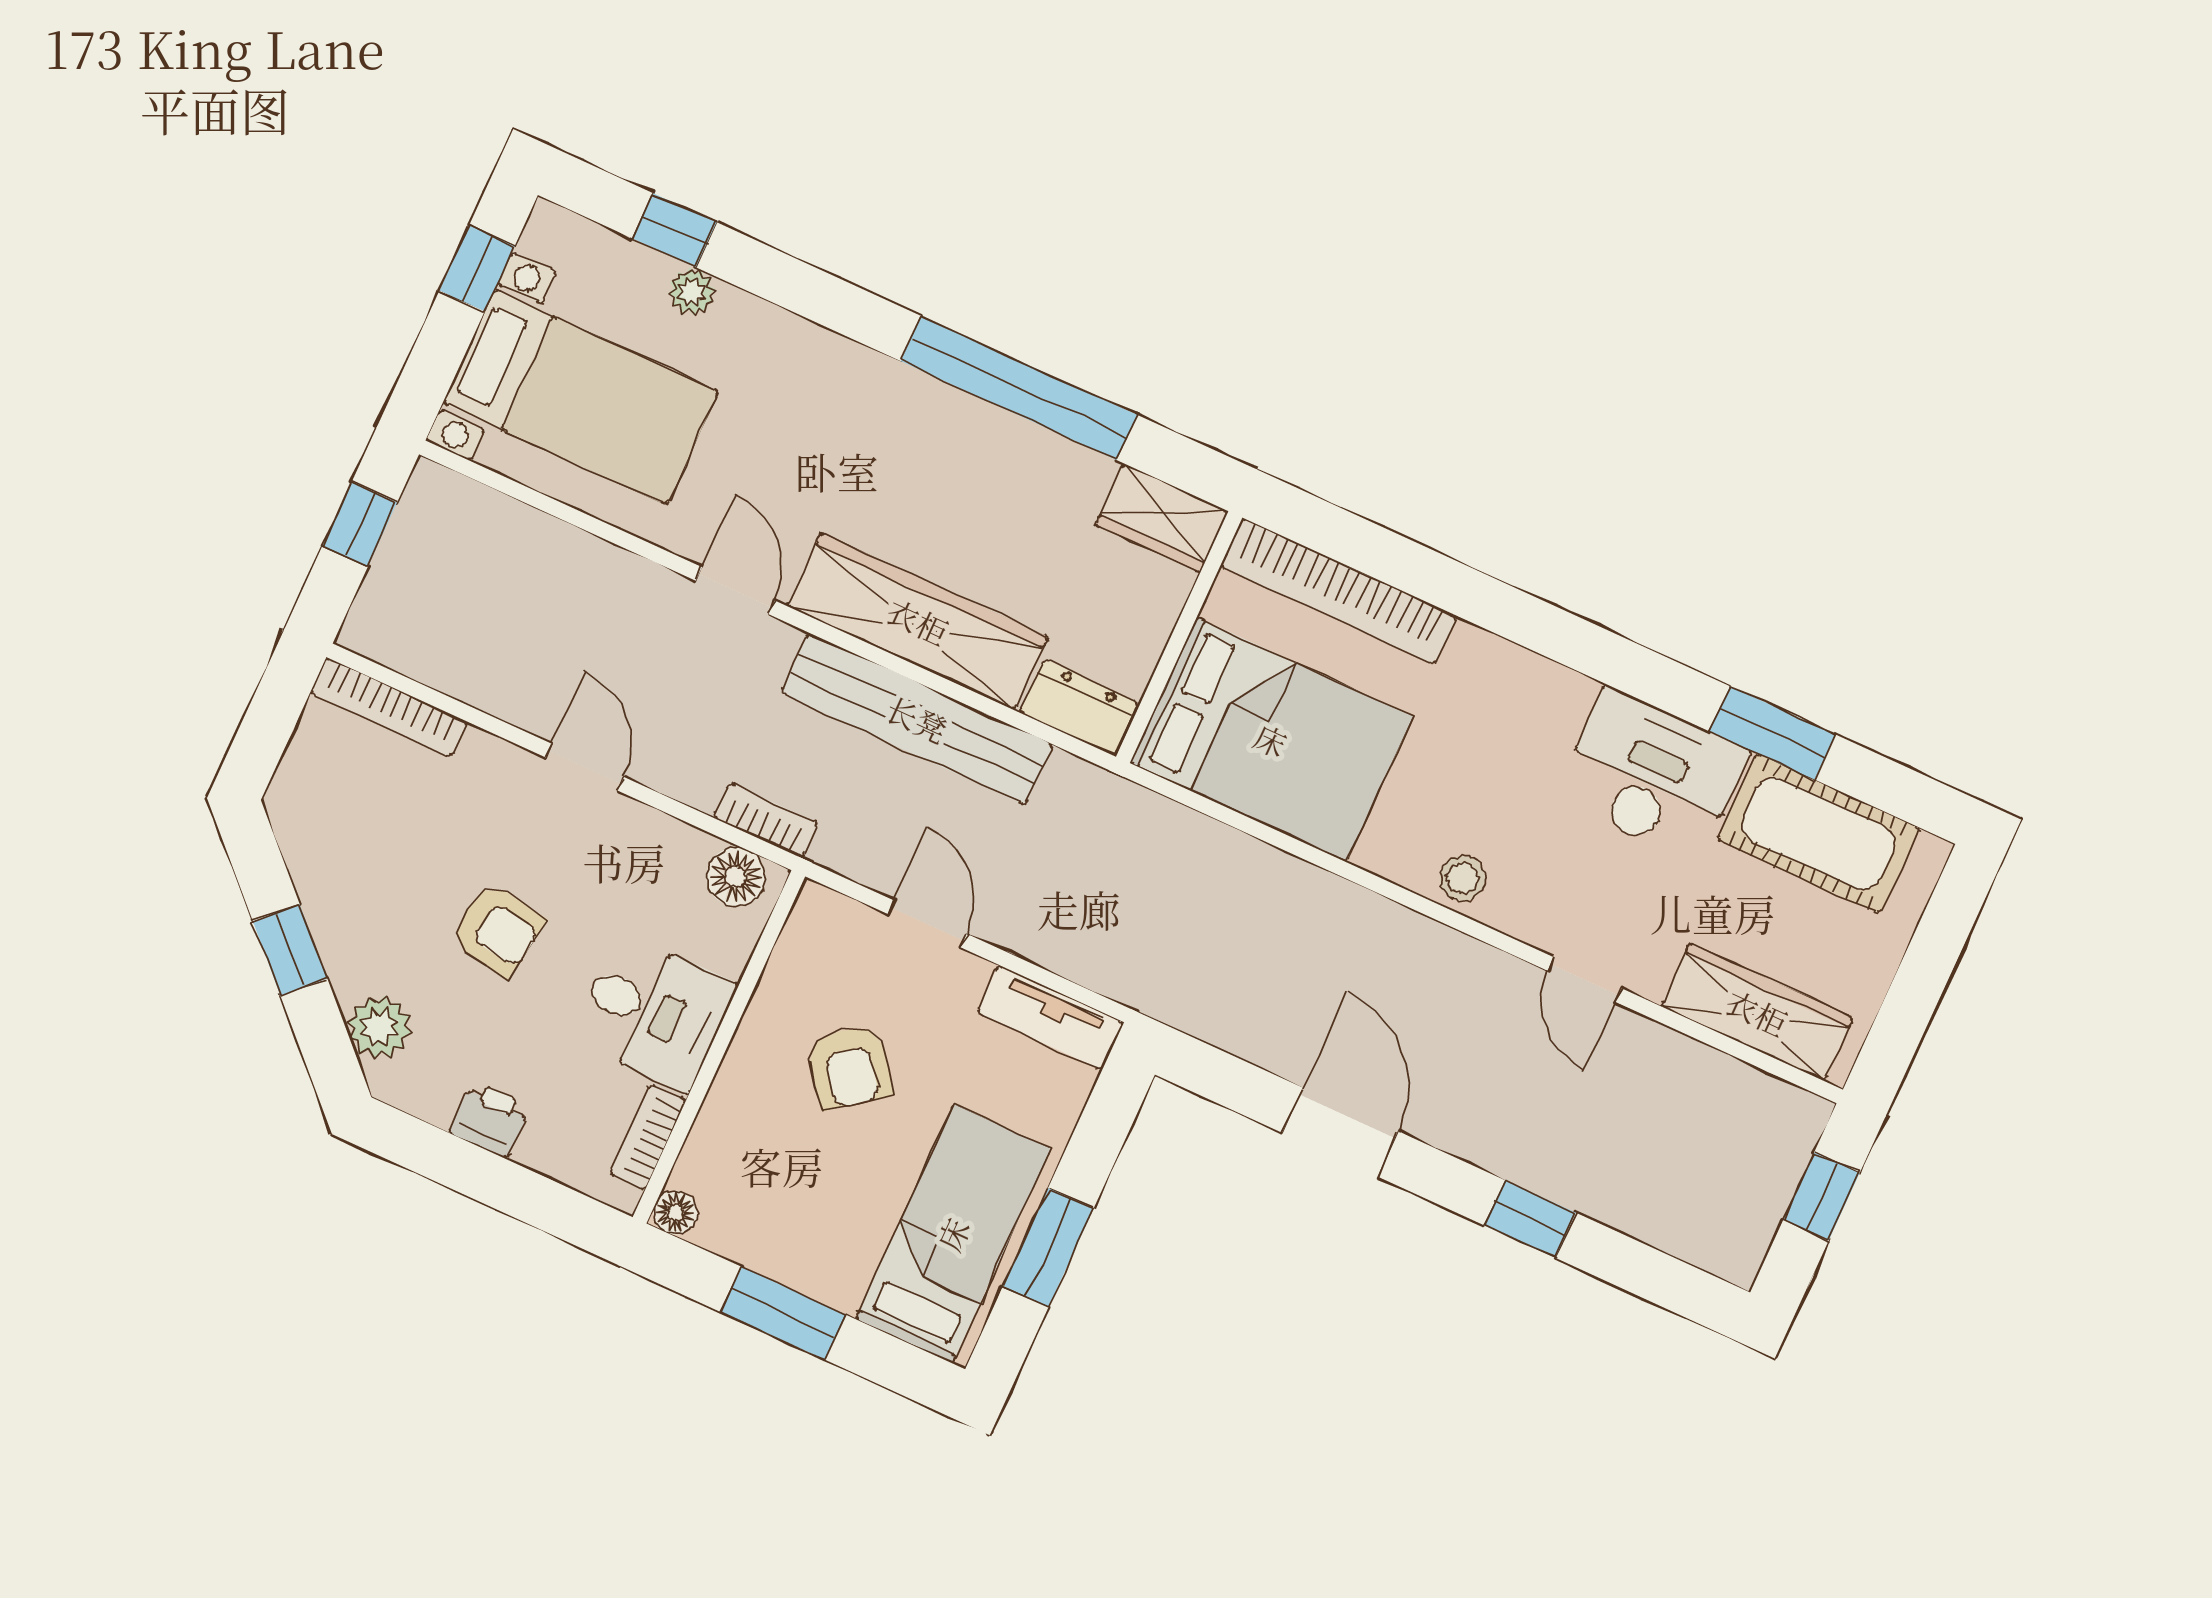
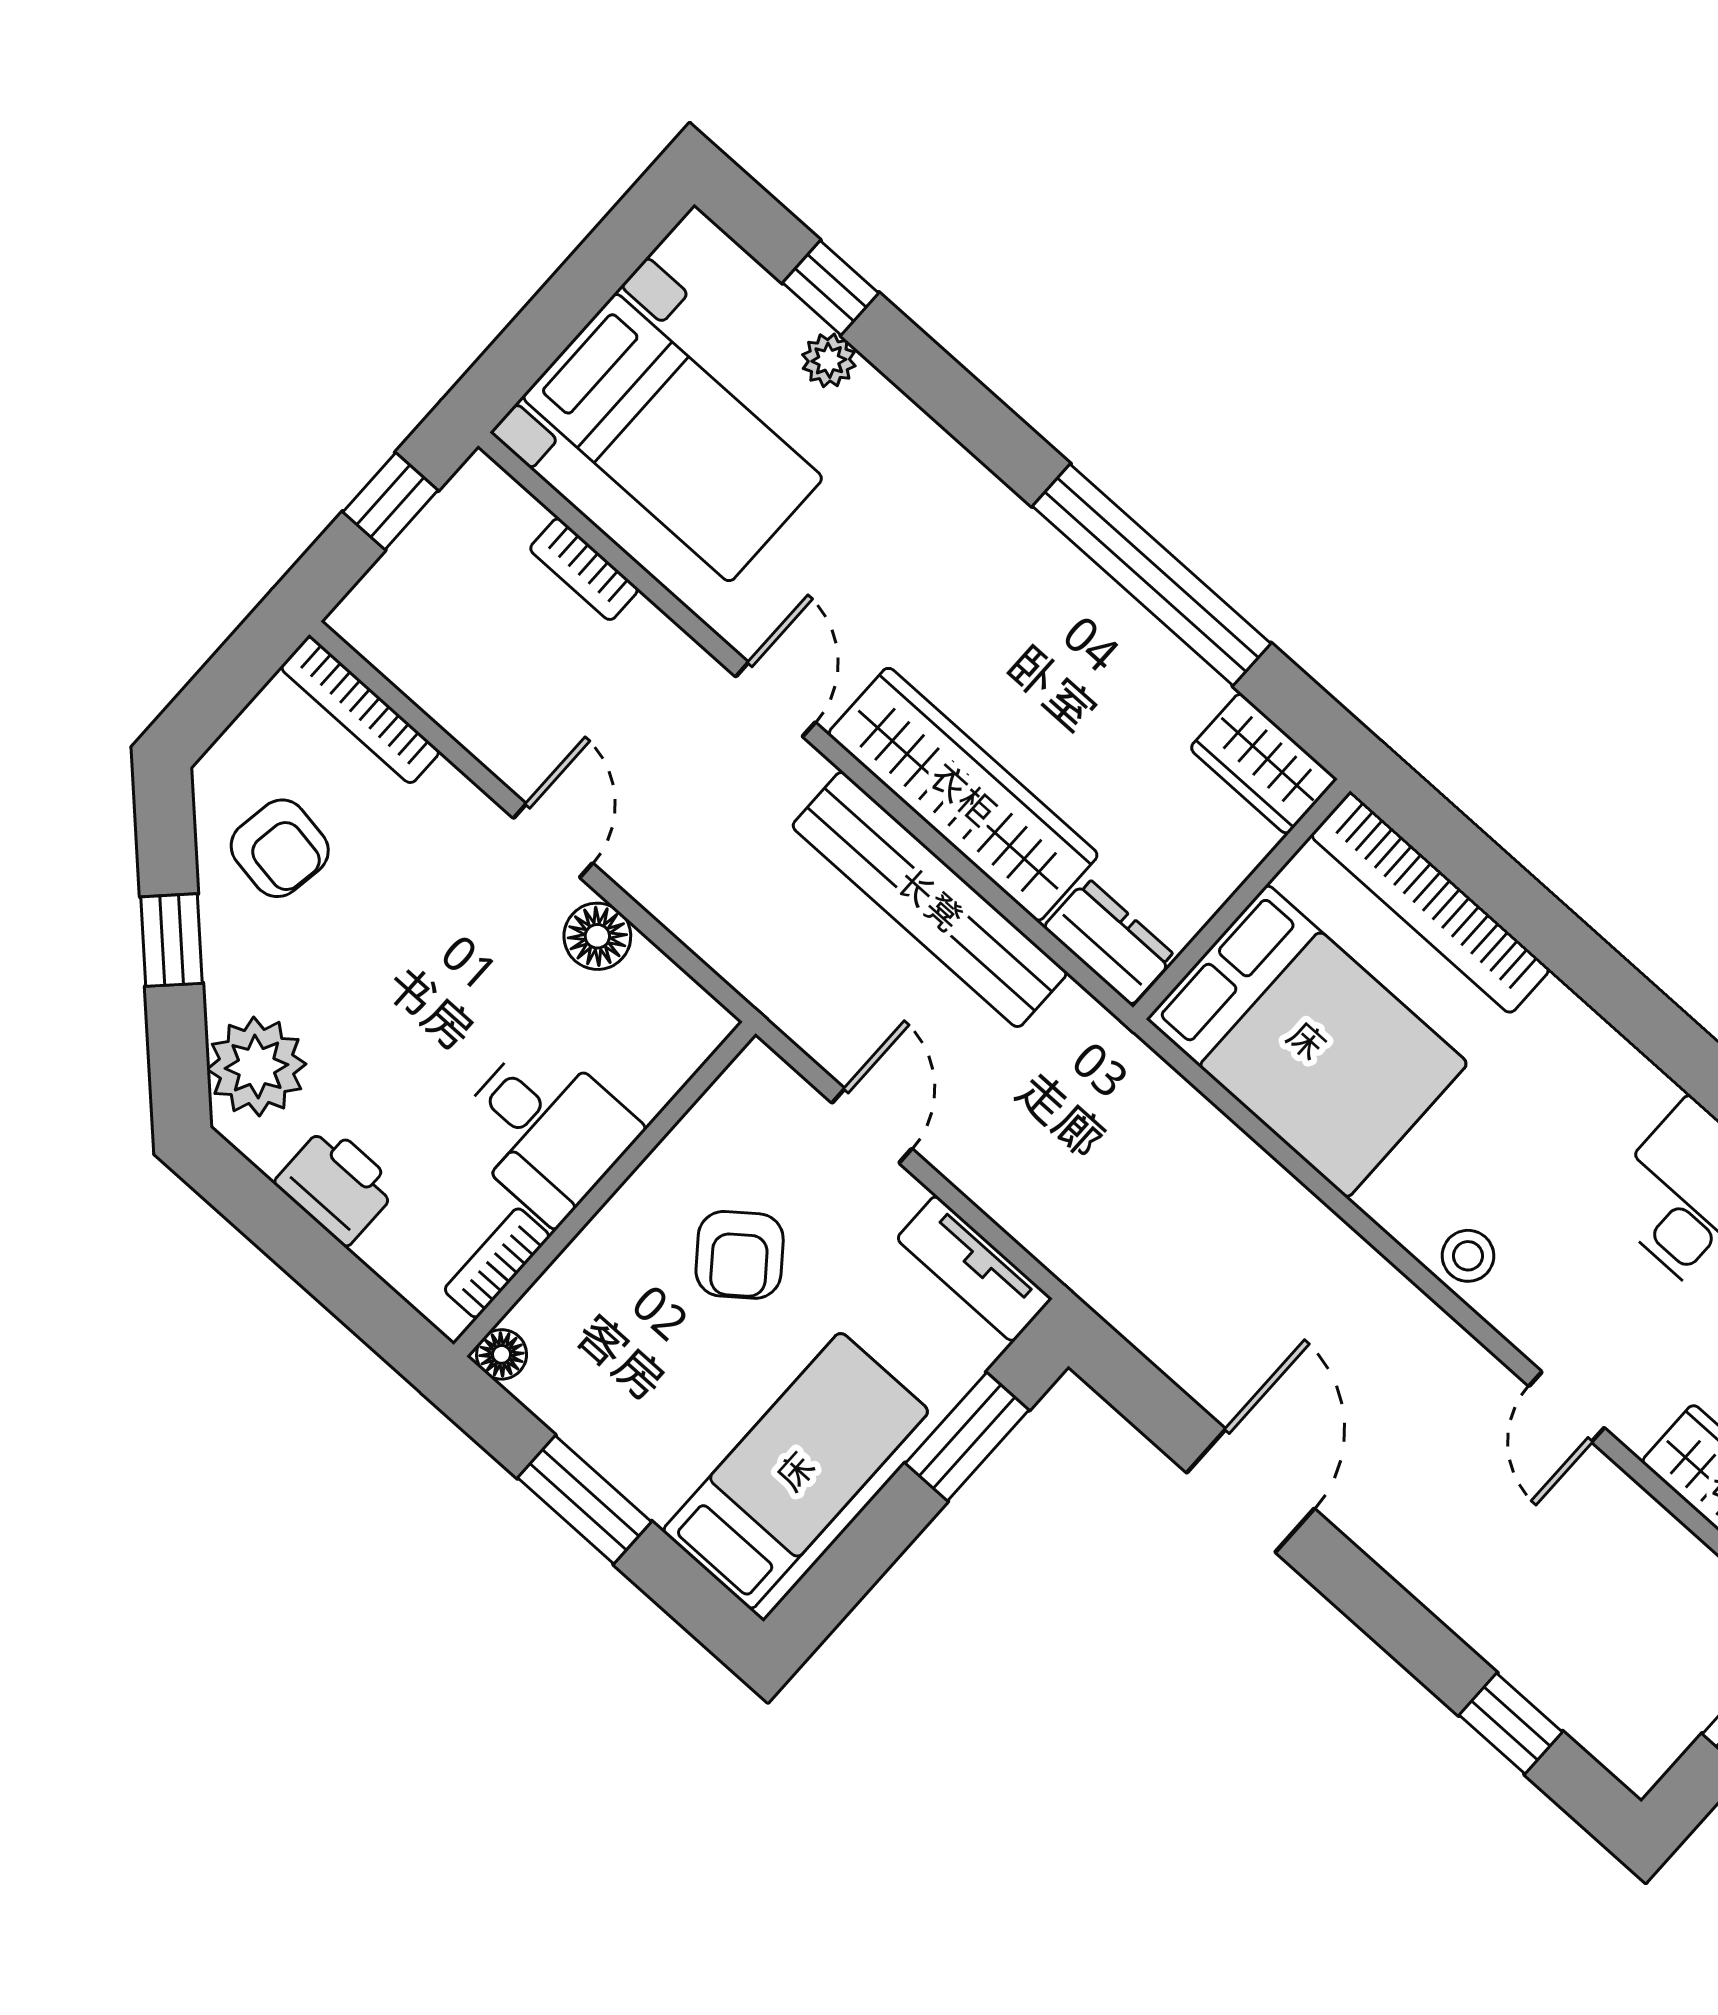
window: (477, 268) -> (603, 263), removed
bookcase: (766, 820) -> (584, 569), moved, turned 180
floor lamp: (736, 877) -> (597, 936), moved
armchair: (497, 930) -> (280, 848), moved
plant: (379, 1027) -> (256, 1067), width x1.36, depth x1.36
printer: (490, 1119) -> (337, 1185), width x1.36, depth x1.24
window: (1530, 1219) -> (1511, 1723), moved
window: (1048, 1247) -> (967, 1437), moved

